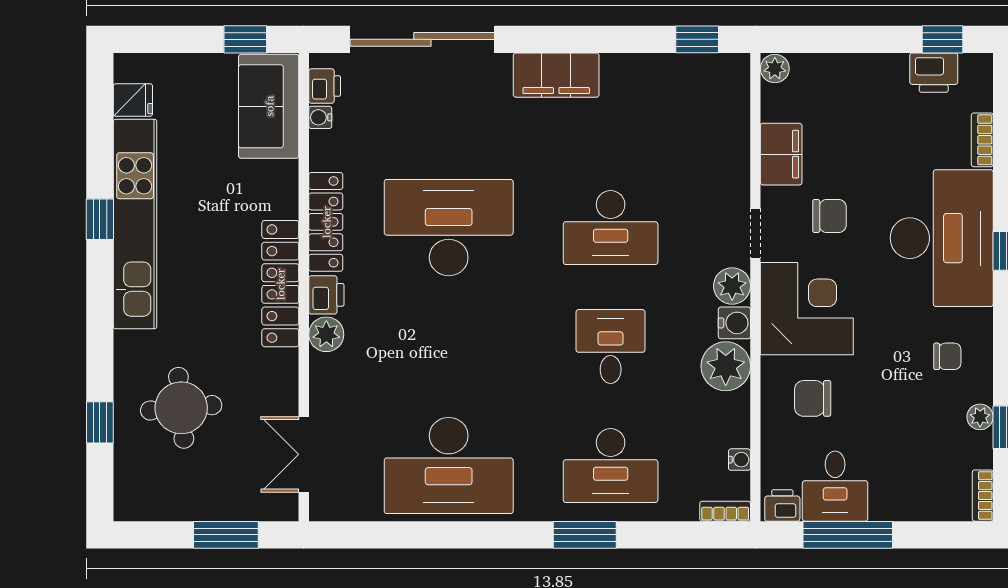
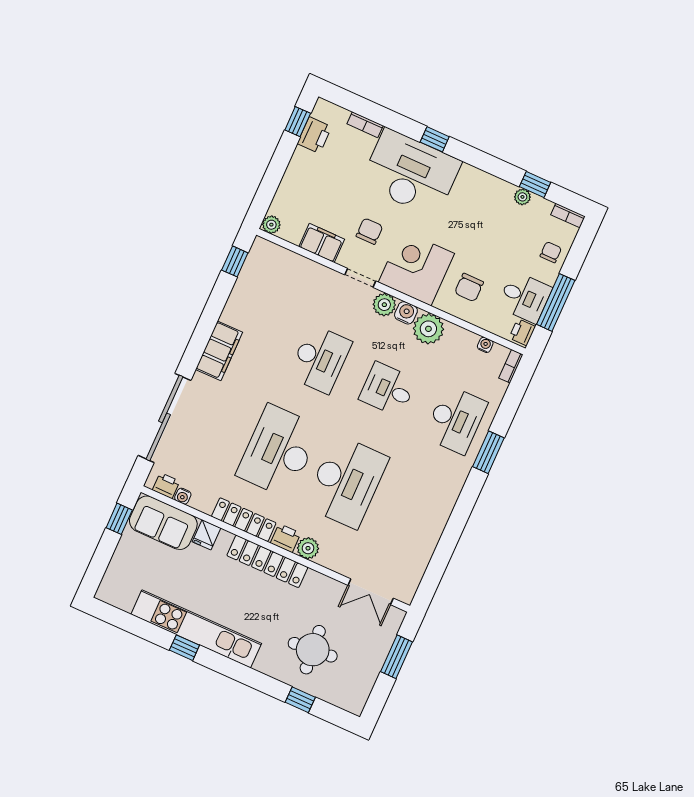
fridge: (133, 100) -> (207, 535), moved, turned 180
chair: (947, 356) -> (551, 252), moved
desk: (449, 466) -> (346, 482), moved

